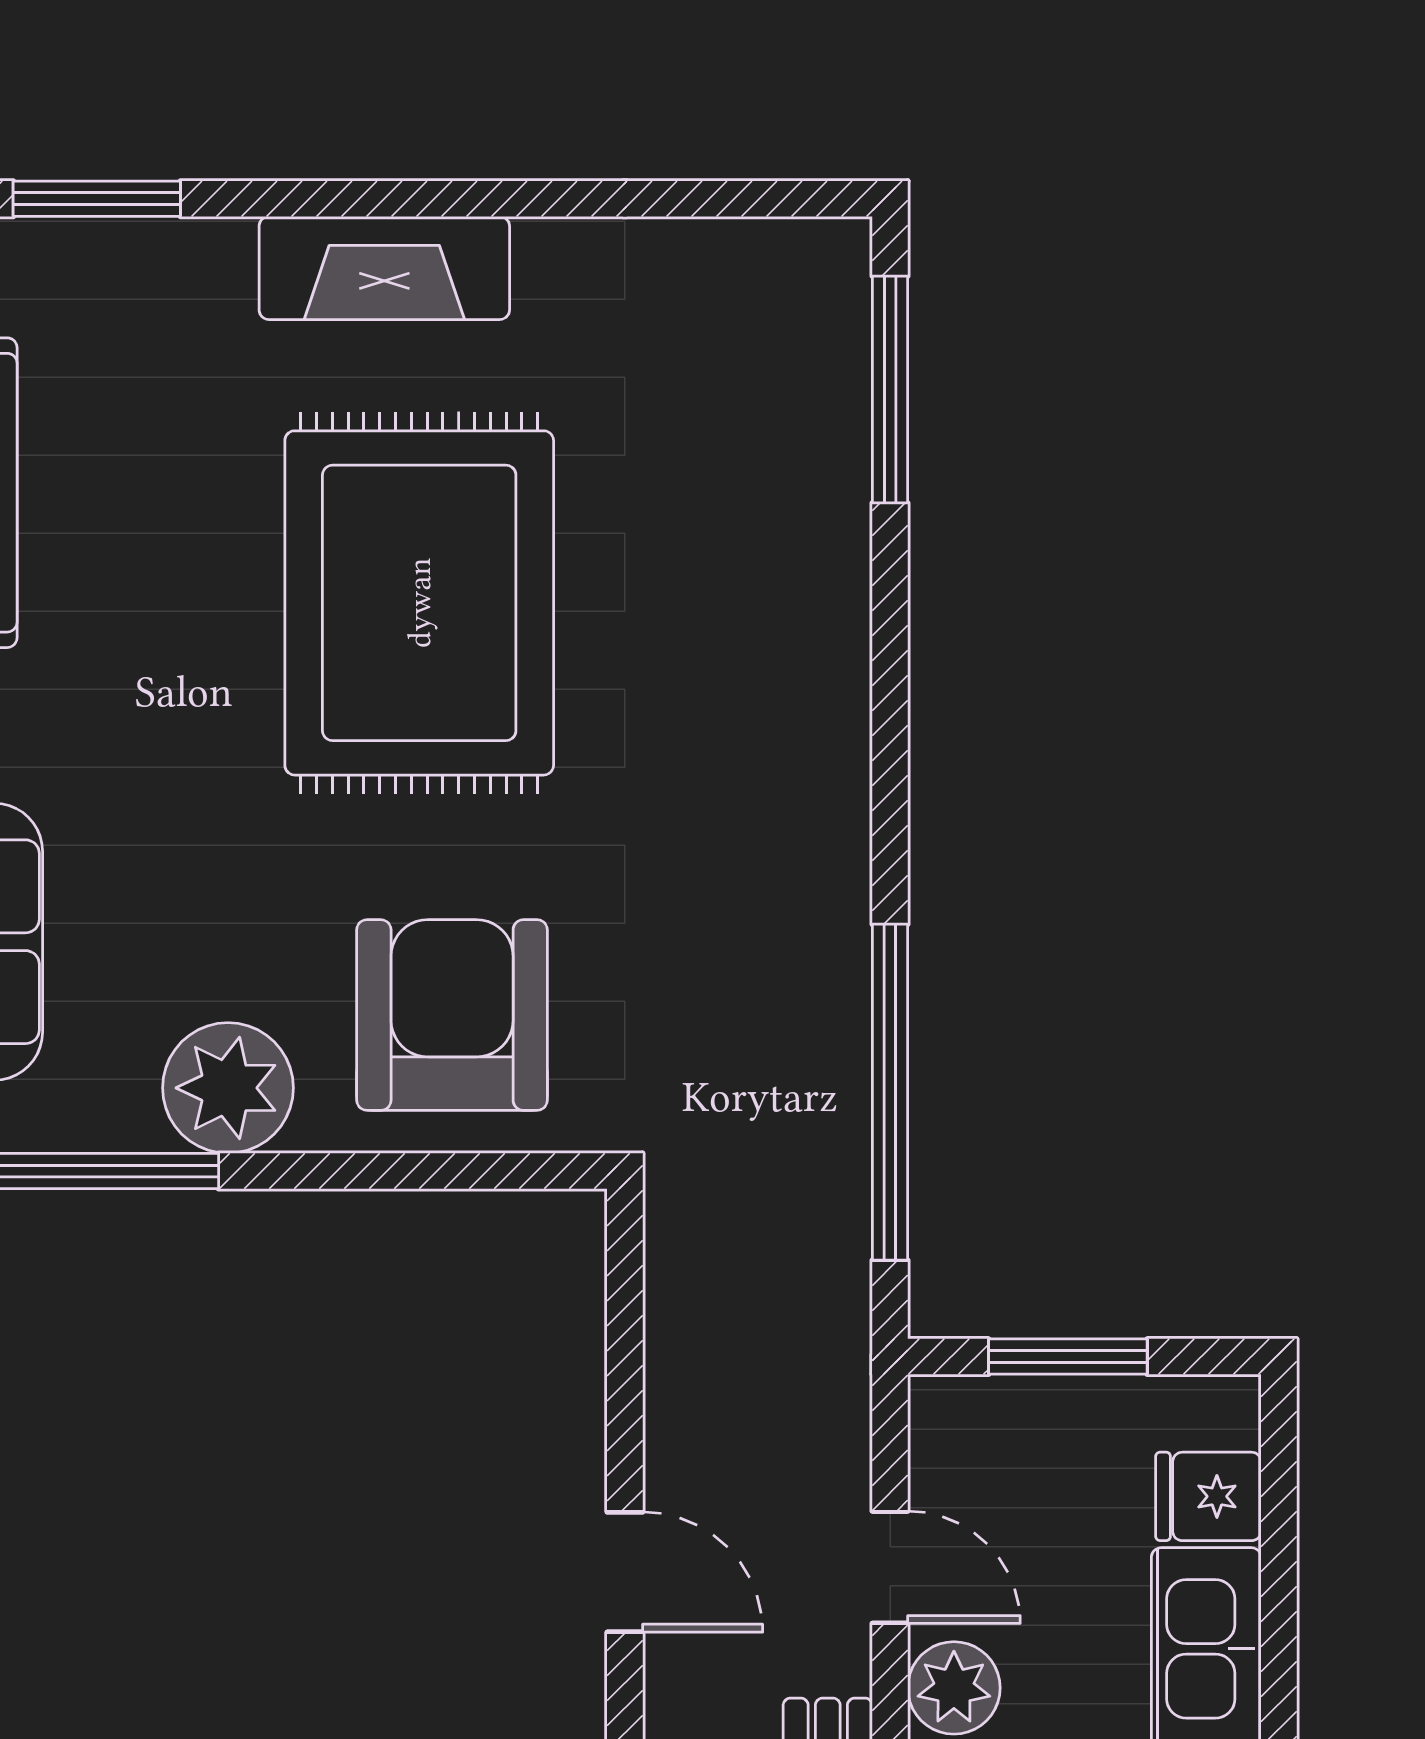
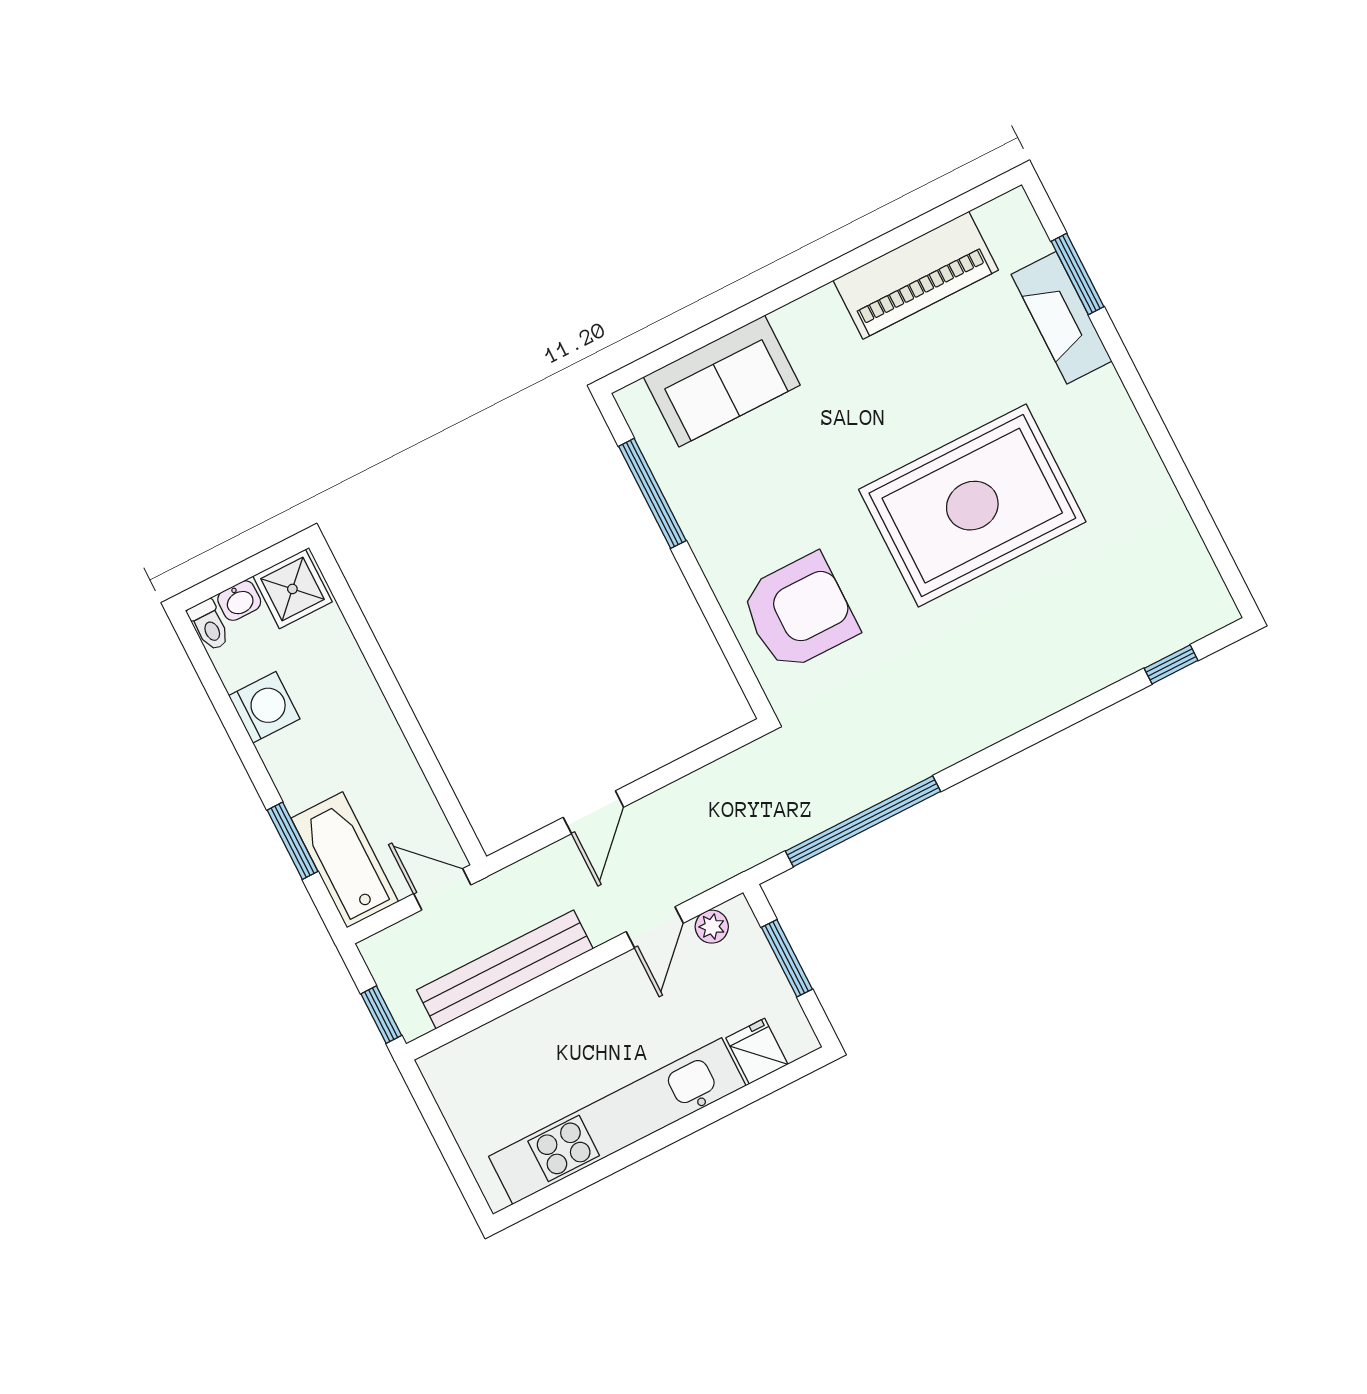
fireplace: (384, 268) -> (1062, 318), moved
window: (890, 390) -> (1171, 664), width x0.46
plant: (228, 1088) -> (717, 530), removed
plant: (954, 1688) -> (712, 927), moved, width x0.73, depth x0.73

